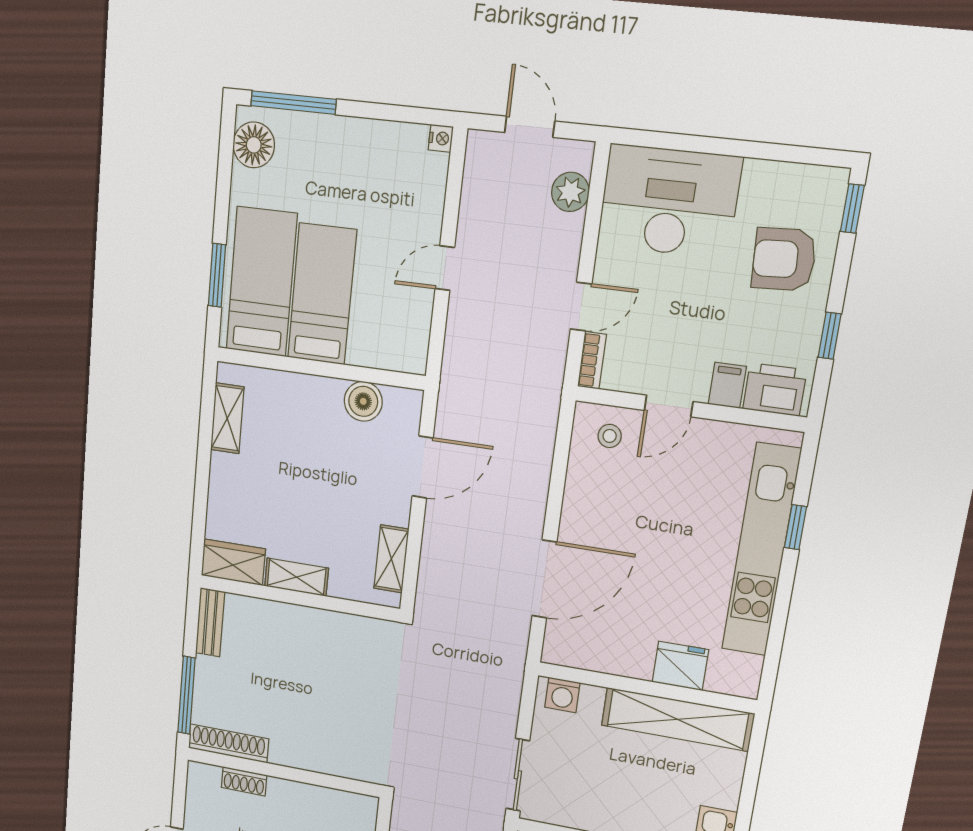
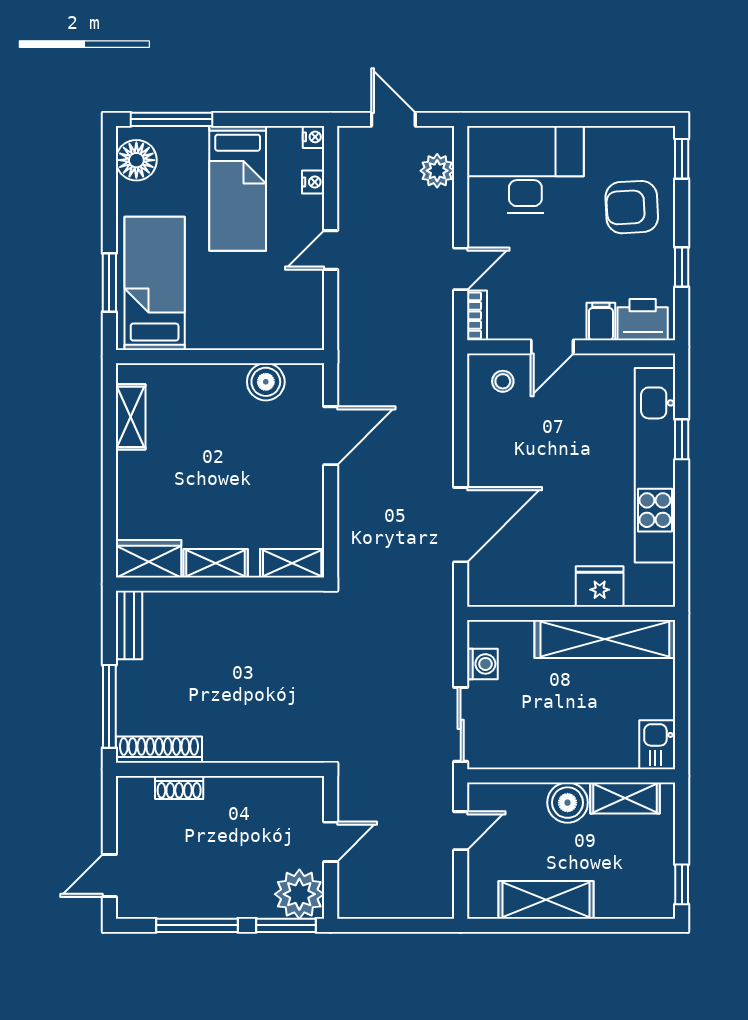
nightstand: (435, 190) -> (313, 182), added
bed: (322, 294) -> (238, 188), moved, turned 180
shelving: (391, 559) -> (292, 563), moved, turned 90
washing machine: (562, 695) -> (482, 664), moved, turned -90

